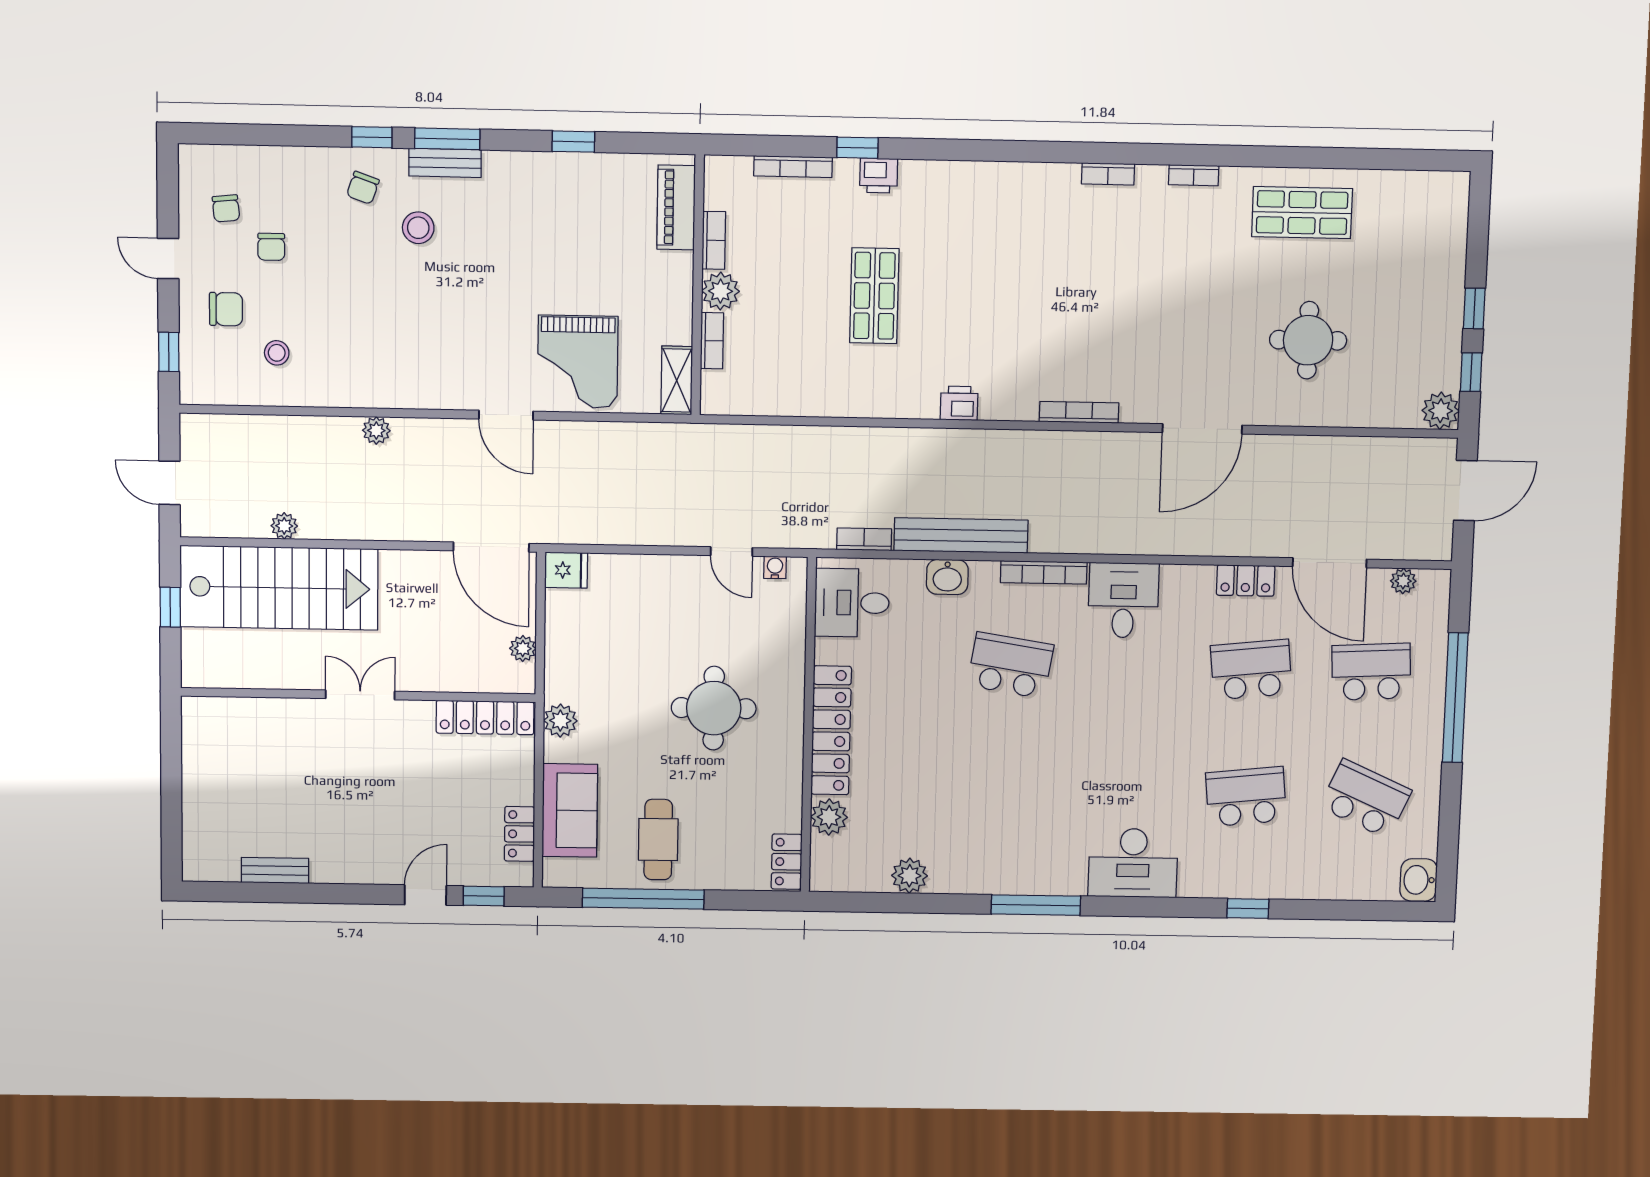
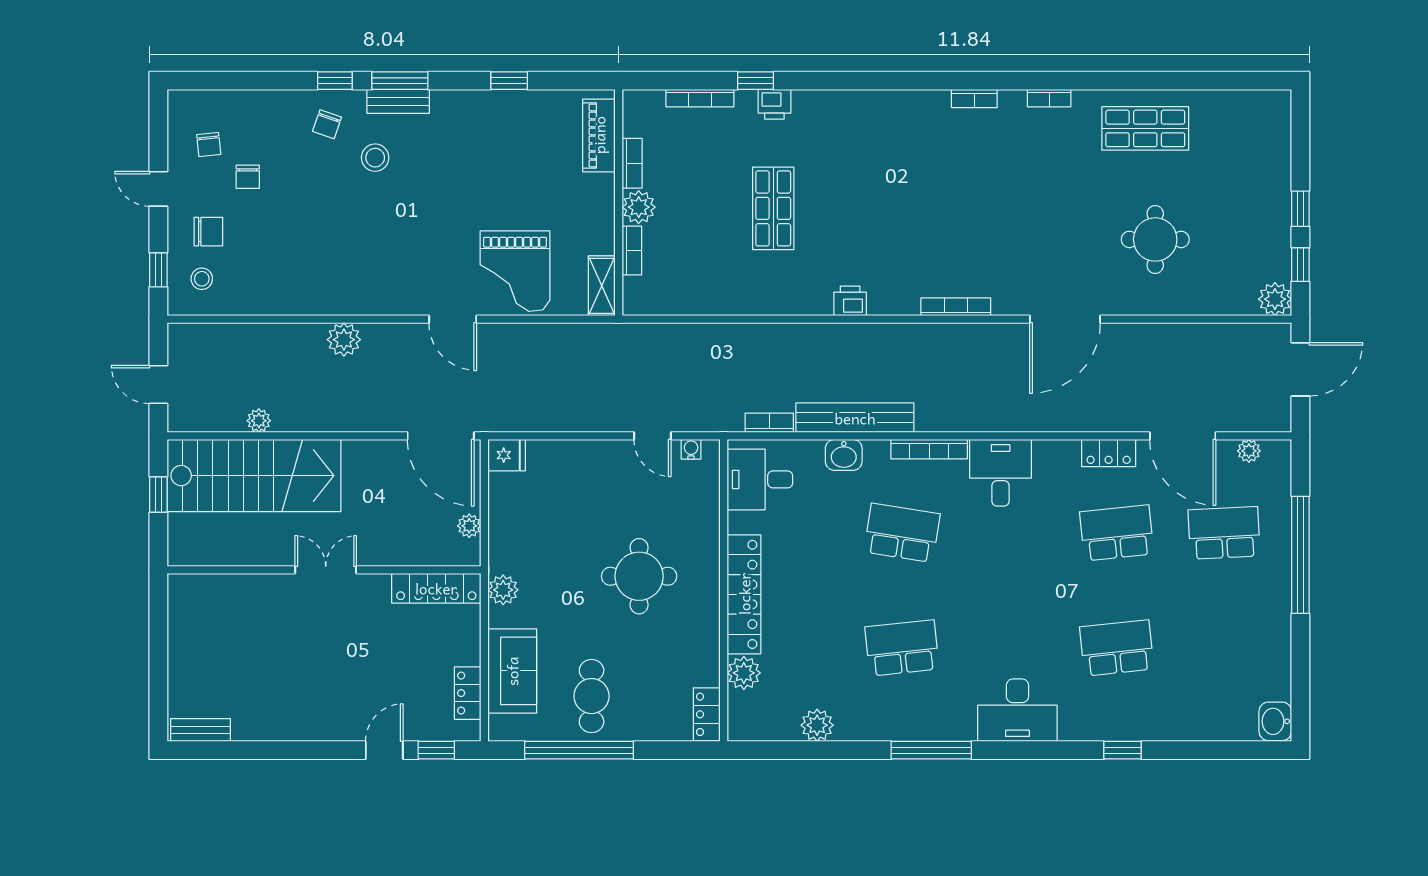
stool: (277, 353) -> (202, 279), moved
plant: (376, 430) -> (344, 340), width x1.38, depth x1.38
school desk: (1365, 799) -> (902, 648), moved, turned -30
bench: (275, 870) -> (200, 730), moved

